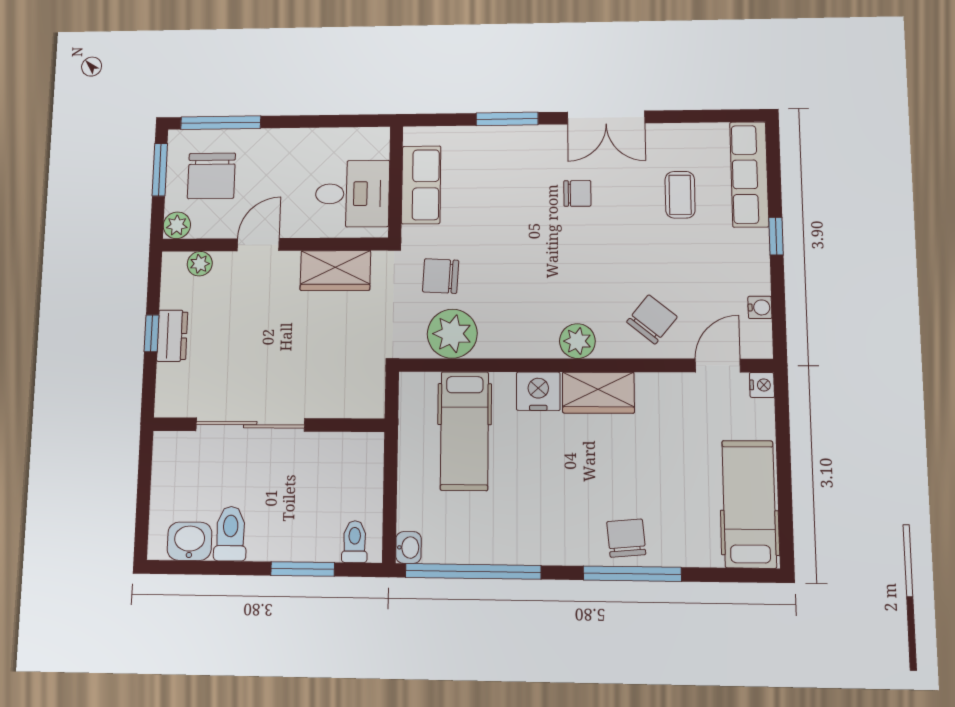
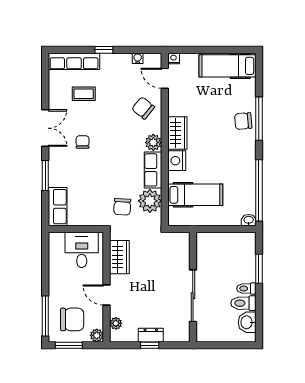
row of seats: (421, 185) -> (58, 207), moved, turned 90
row of seats: (518, 340) -> (153, 170), added
toilet: (355, 542) -> (246, 289), moved

